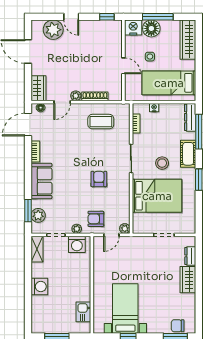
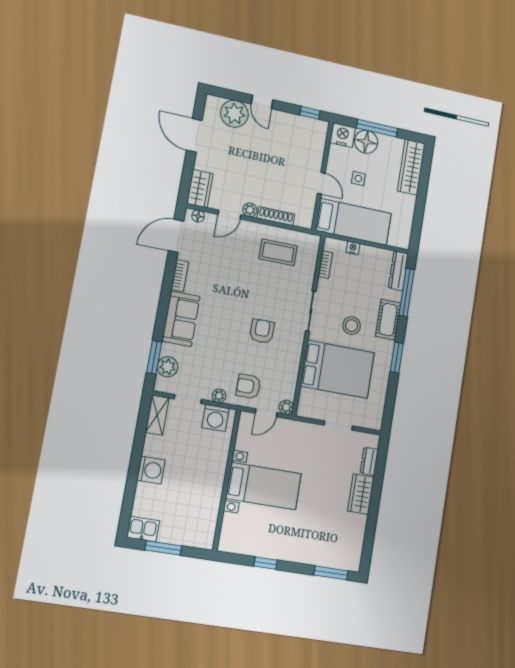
bed: (169, 83) -> (353, 222), moved, turned 180
bed with nightstands: (125, 309) -> (264, 486), moved, turned 90
kitchen sink: (83, 312) -> (143, 529), moved, turned 90
chair: (178, 326) -> (337, 558), removed

